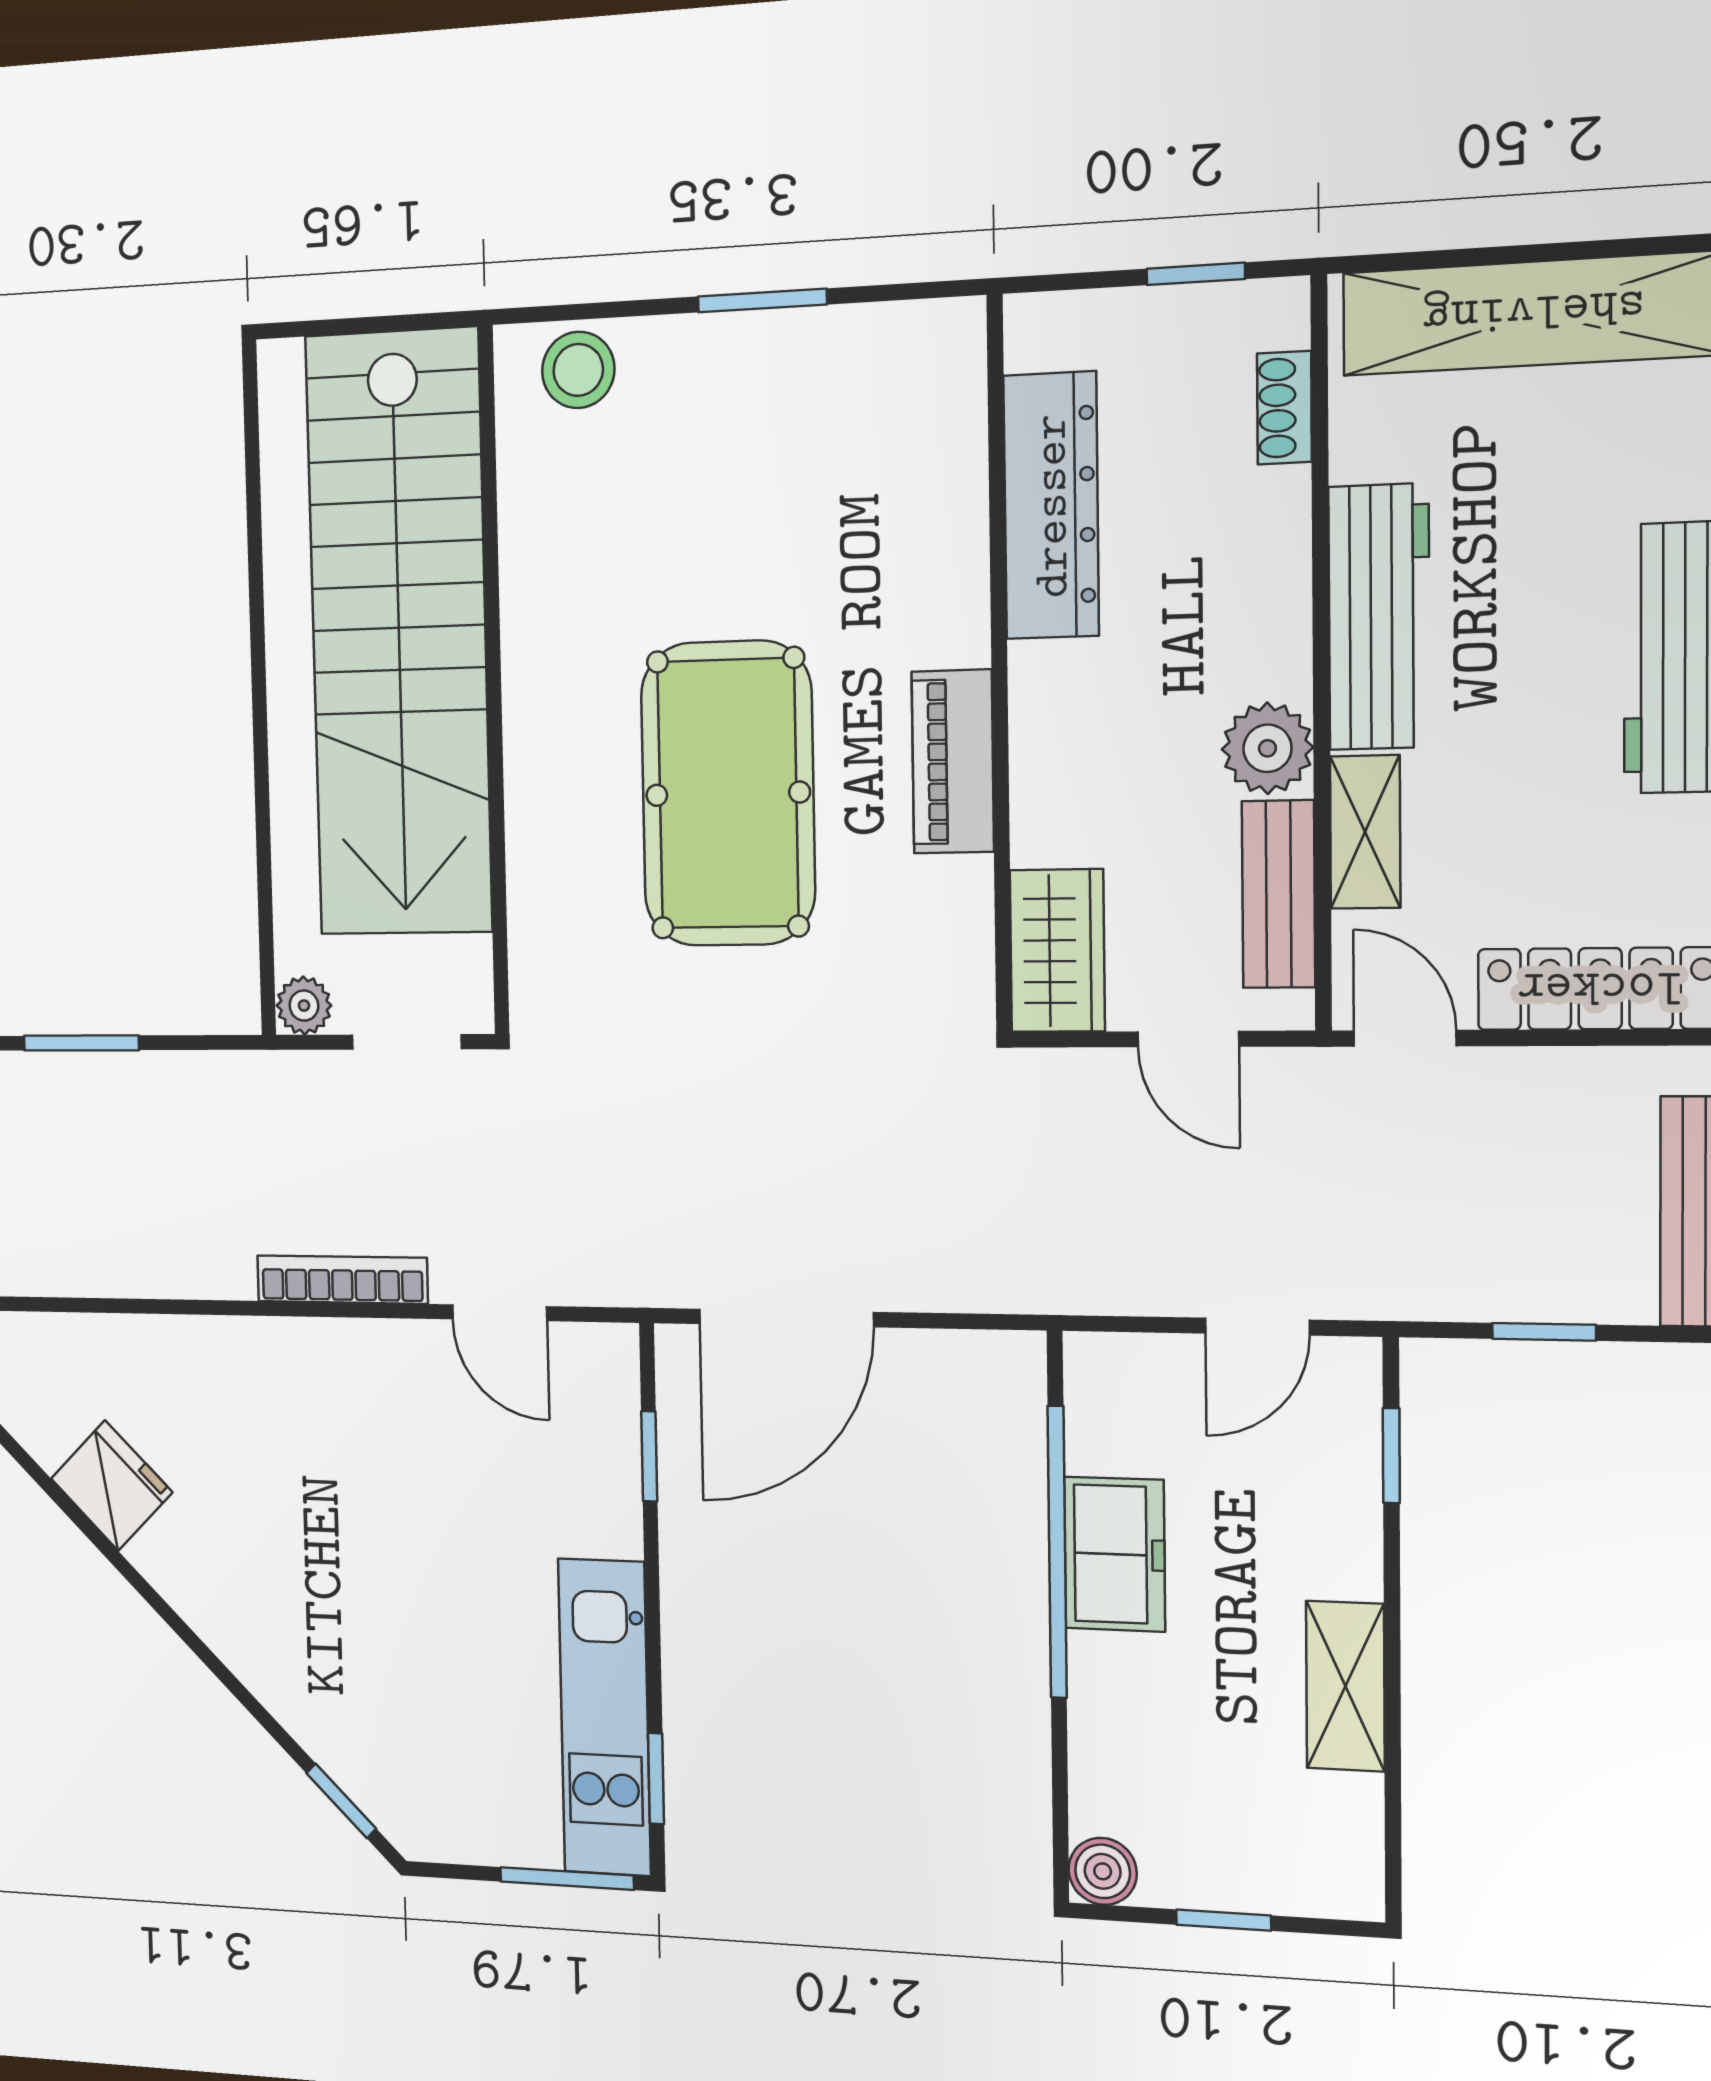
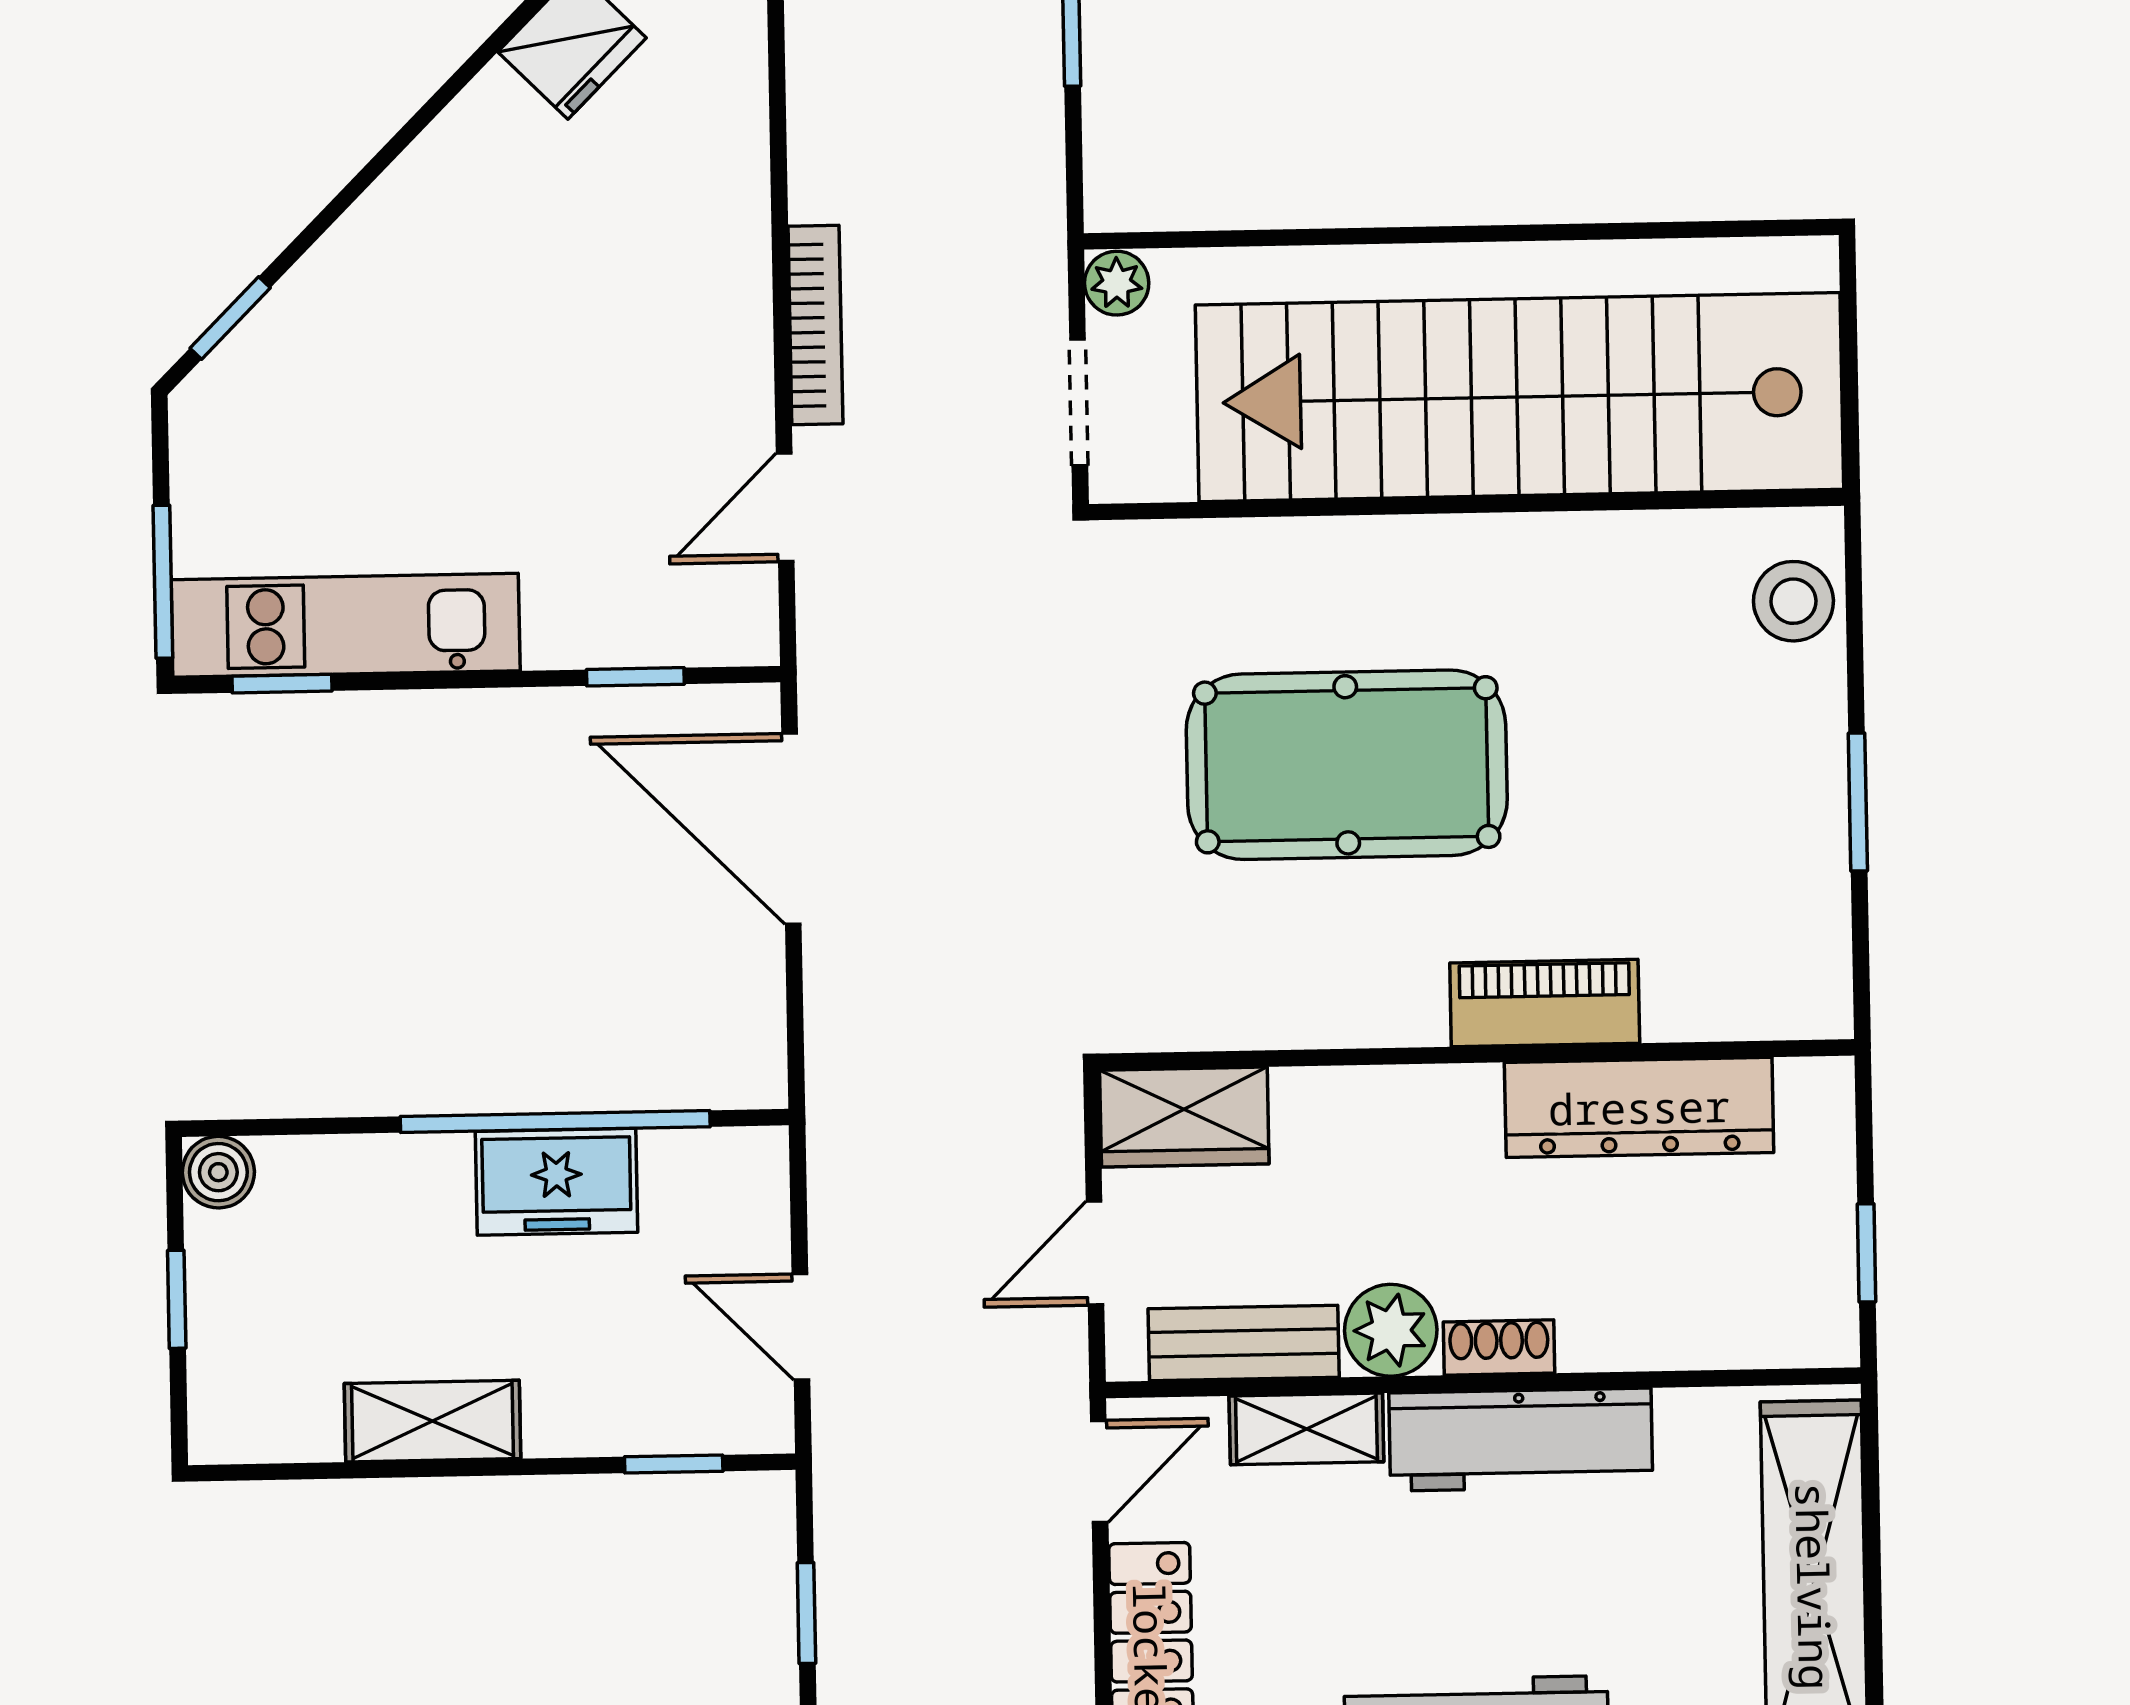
shoe rack: (1284, 408) -> (1499, 1347), moved
piano: (953, 762) -> (1545, 1003), moved

